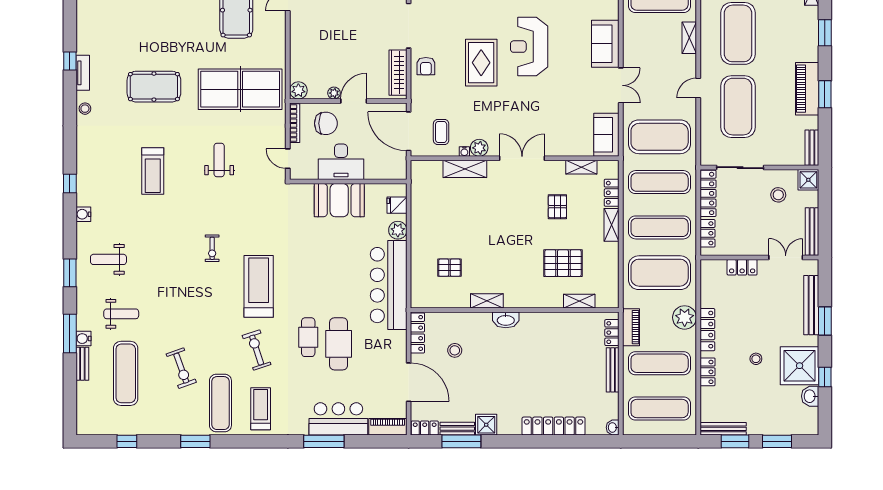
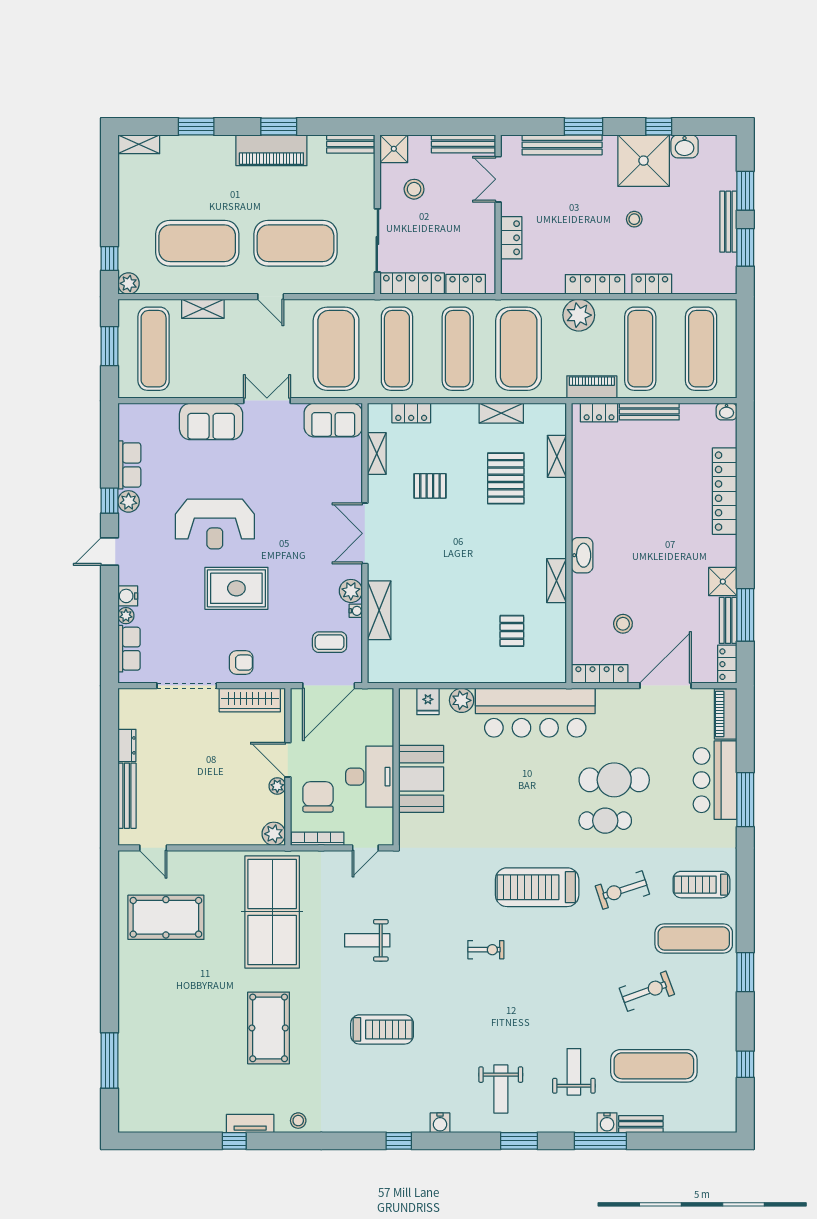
shelving: (612, 225) -> (501, 413), moved
bench: (723, 429) -> (728, 222), moved

